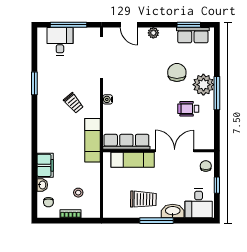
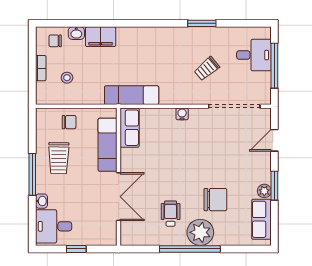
window: (189, 25) -> (274, 186), moved
plant: (153, 33) -> (264, 191), moved
window: (217, 93) -> (190, 249), width x1.46
trolley: (74, 103) -> (207, 69), moved
row of seats: (126, 142) -> (130, 128), width x0.68
chair: (206, 166) -> (69, 122), moved
washbasin: (173, 211) -> (41, 201), width x0.52, depth x0.69

